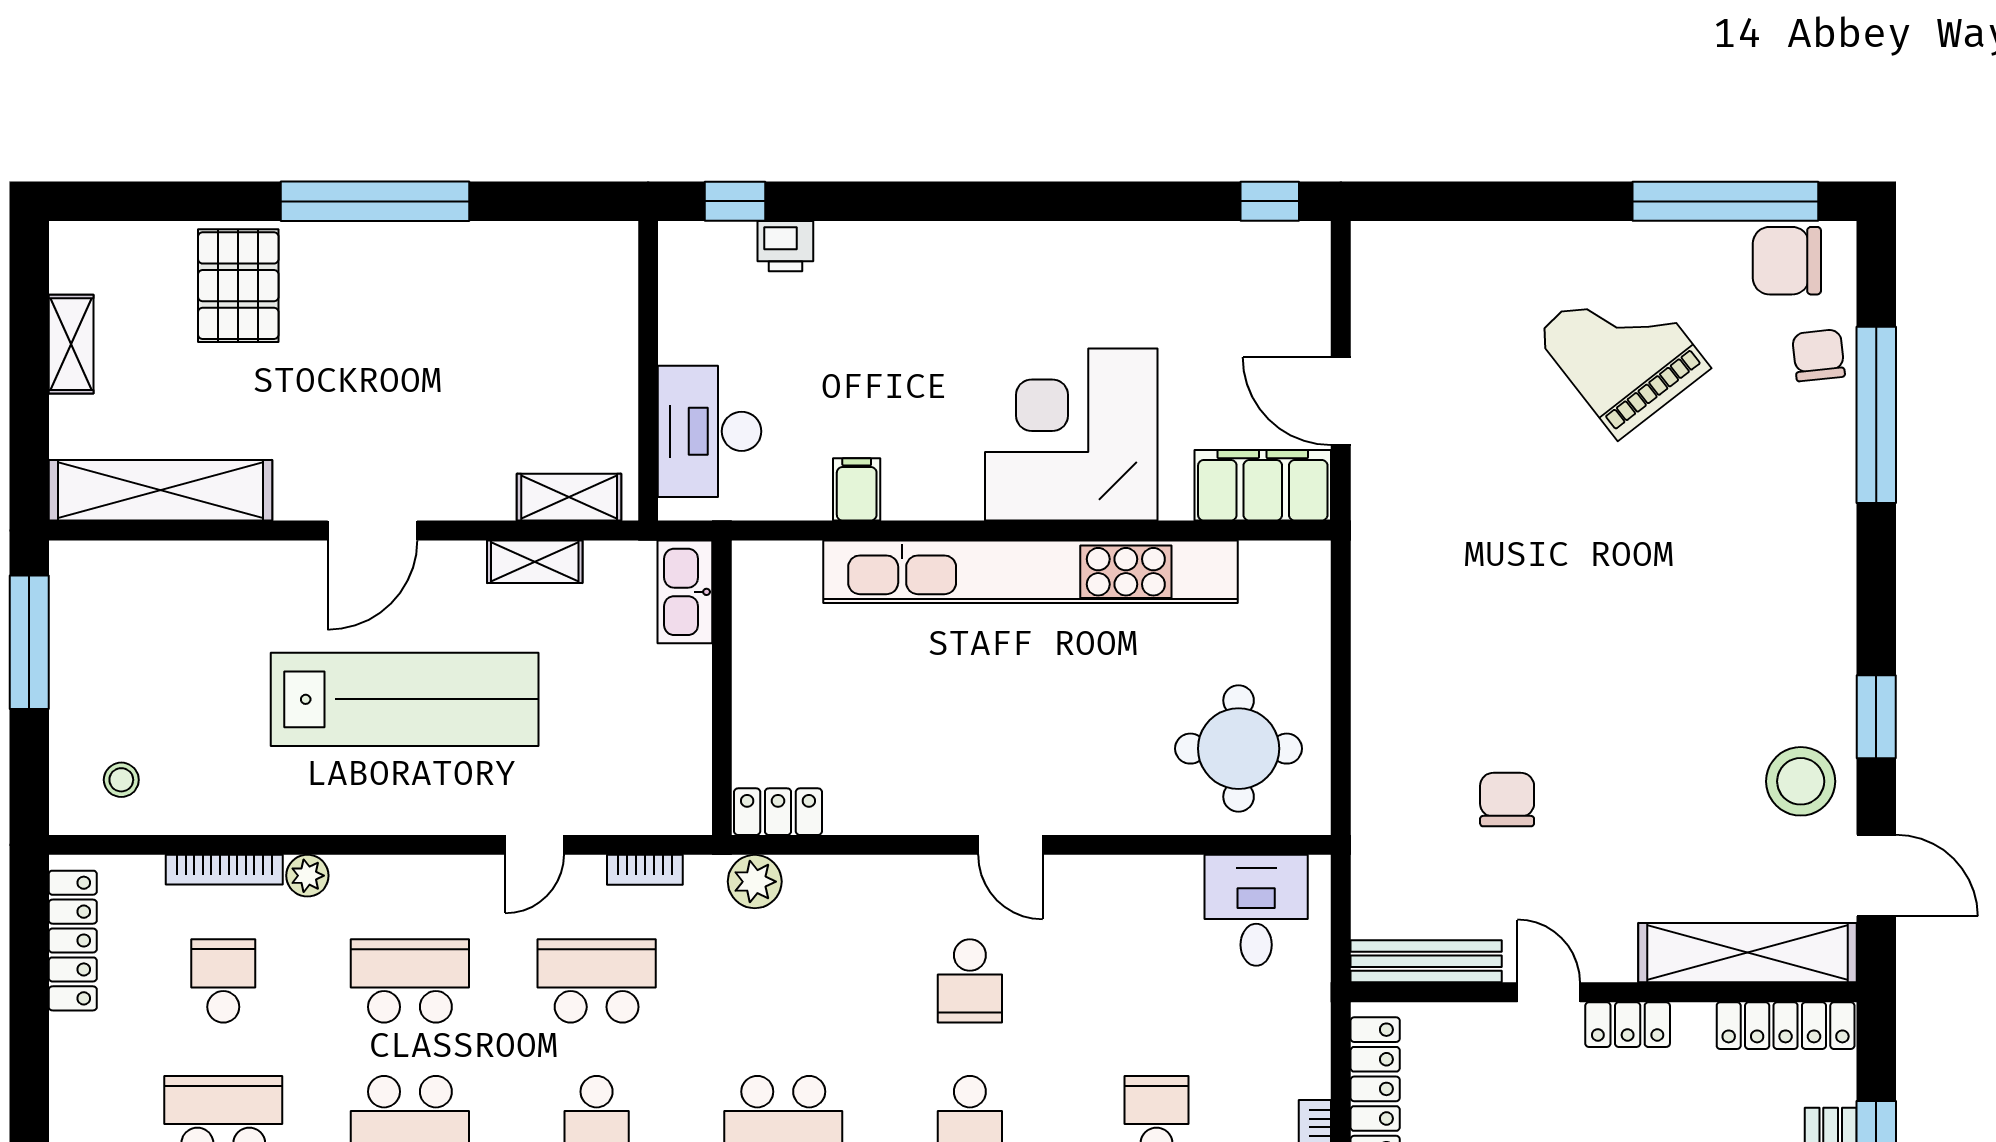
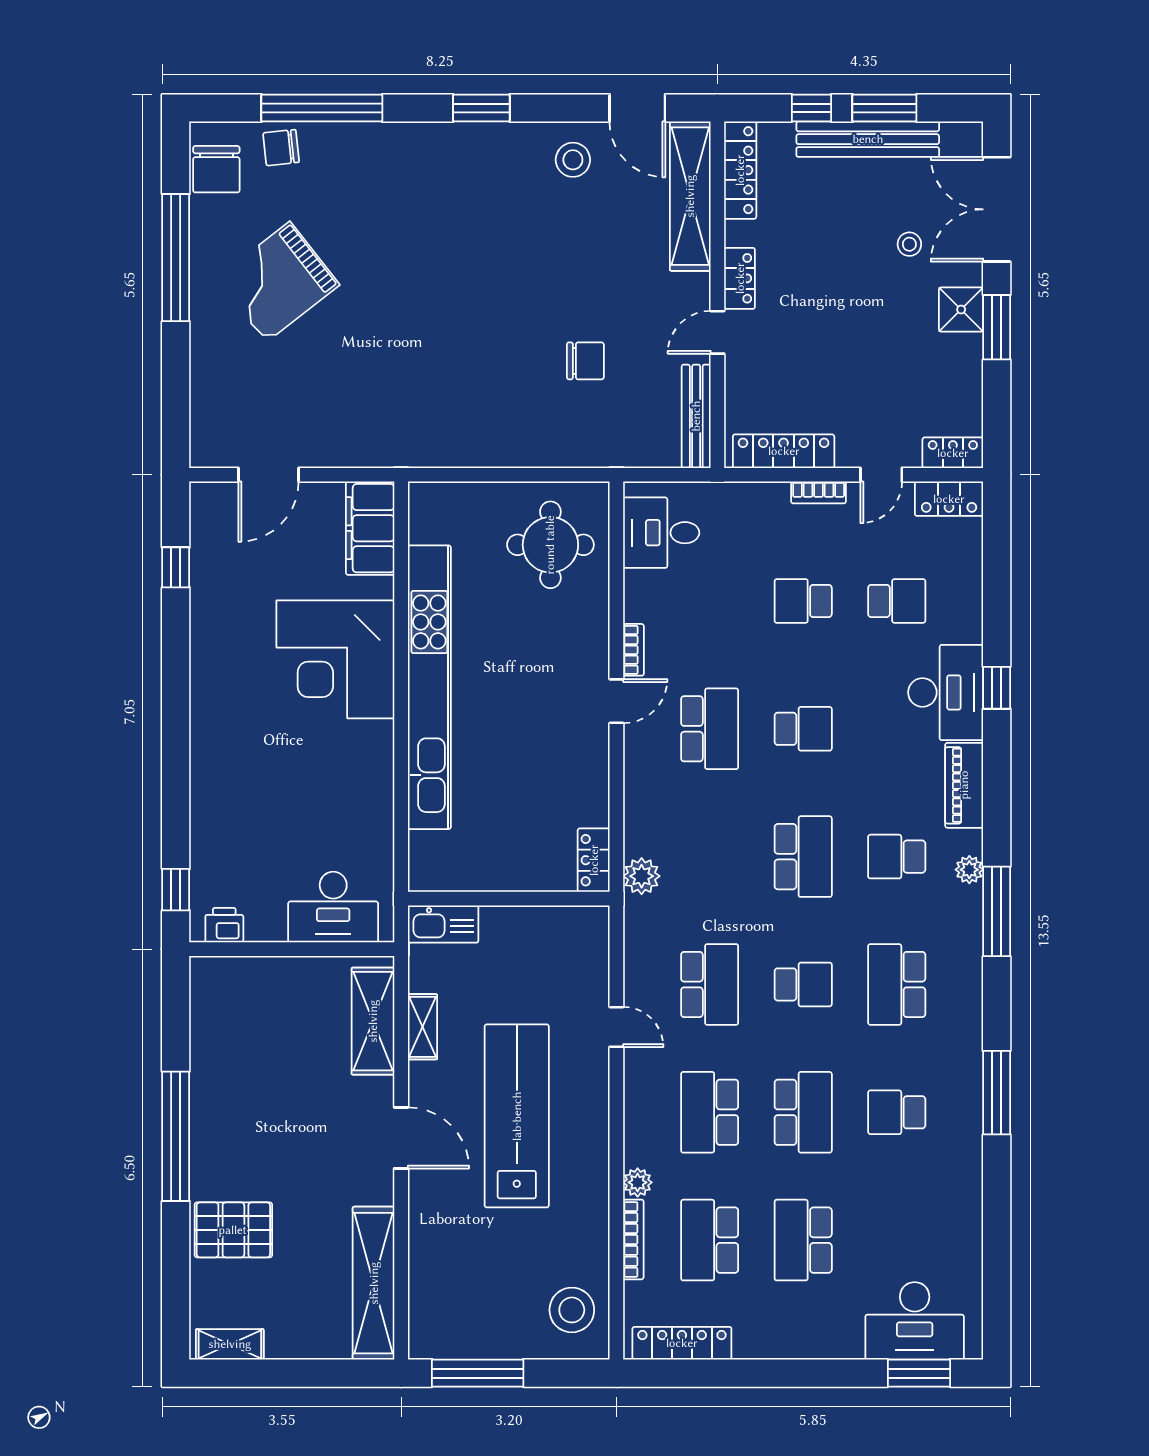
window: (1270, 201) -> (176, 567), moved
window: (1725, 201) -> (176, 258), moved
printer: (785, 246) -> (224, 925), moved, turned -90
shelving: (71, 344) -> (230, 1344), moved
door: (1341, 401) -> (268, 475), moved
filing cabinet: (857, 489) -> (373, 806), removed
shelving: (569, 497) -> (373, 1021), width x1.50, depth x1.33
window: (1876, 717) -> (481, 108), moved
stool: (121, 780) -> (572, 1310), width x1.89, depth x1.89
stool: (1801, 781) -> (573, 160), width x0.73, depth x0.73
chair: (1507, 800) -> (585, 361), turned 180
bookcase: (645, 870) -> (633, 650), moved
door: (1876, 875) -> (637, 108), swing flipped
school desk: (223, 981) -> (710, 1240), width x1.85
school desk: (597, 981) -> (710, 984), turned 180
school desk: (970, 981) -> (710, 729), width x1.85

